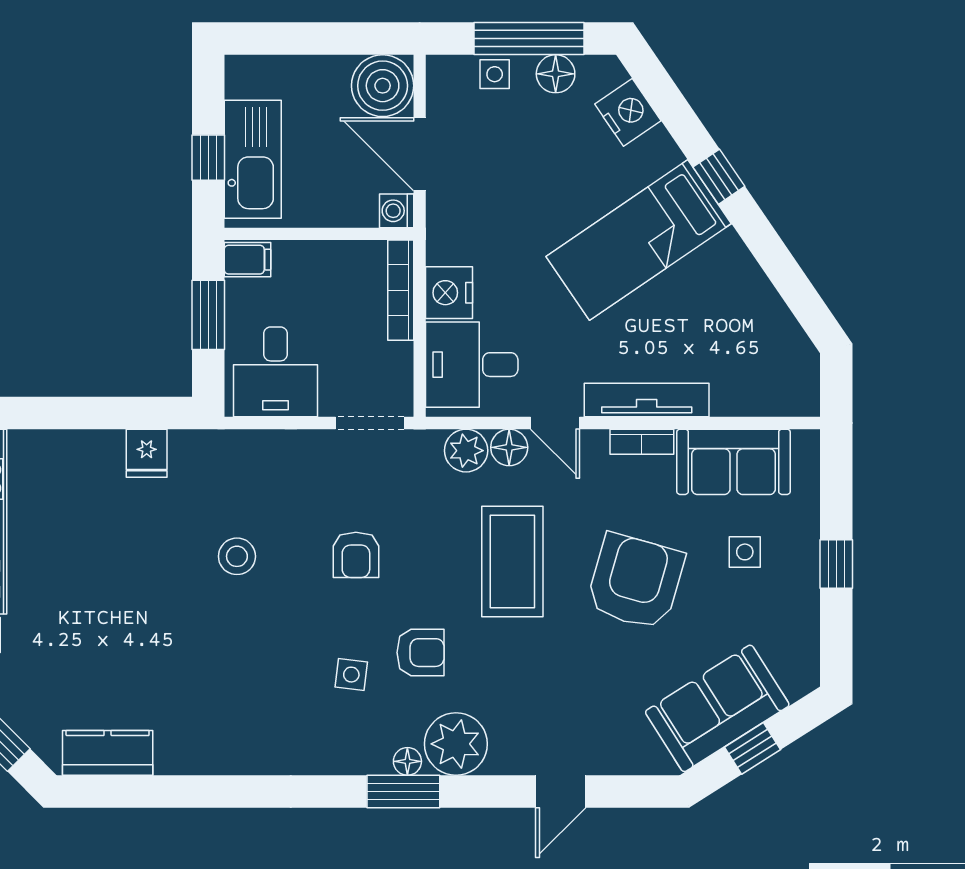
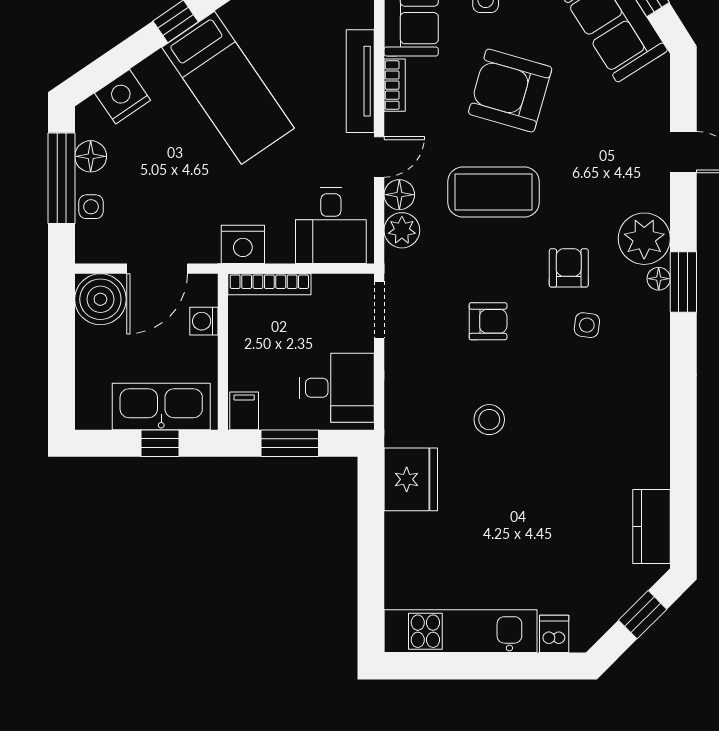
washing machine: (397, 211) -> (204, 321), moved, turned 90
nightstand: (449, 293) -> (243, 244), moved
fridge: (147, 453) -> (411, 479), width x1.88, depth x1.34

